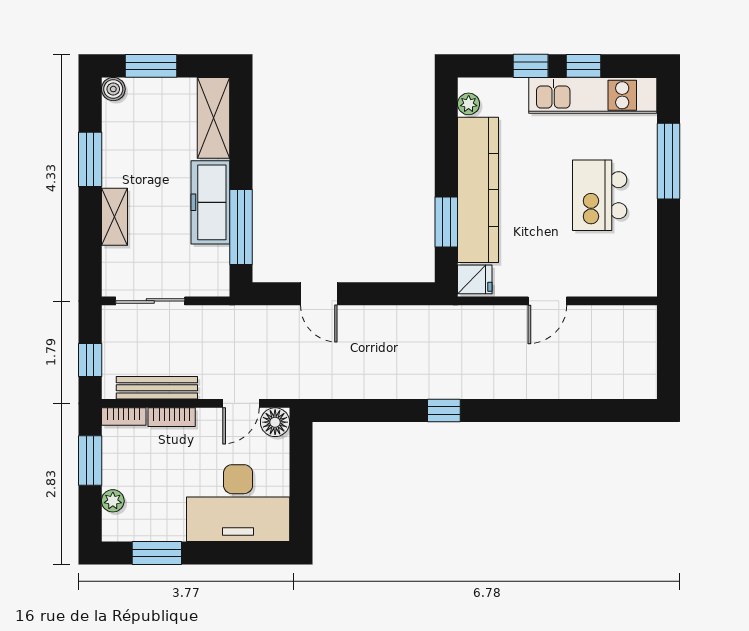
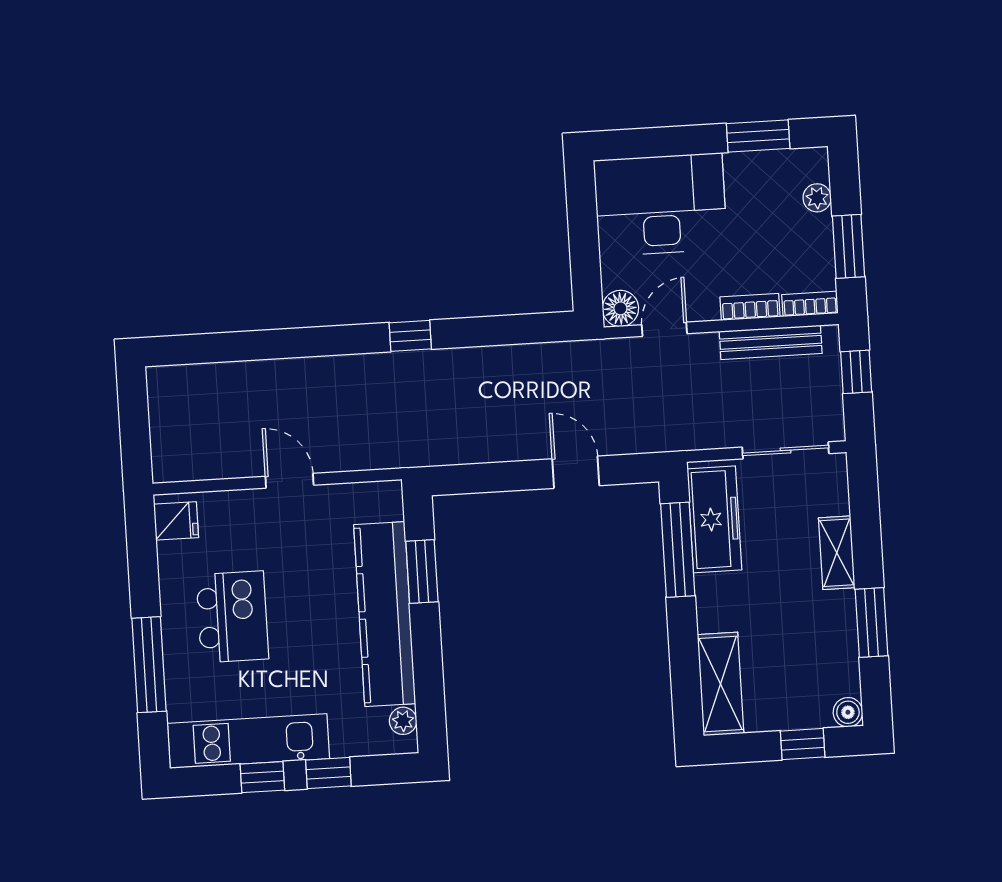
window: (151, 66) -> (803, 744), width x0.67
freezer: (210, 202) -> (714, 519), moved
fridge: (475, 279) -> (176, 521), moved, turned 180
door: (547, 301) -> (289, 481), hinge flipped

